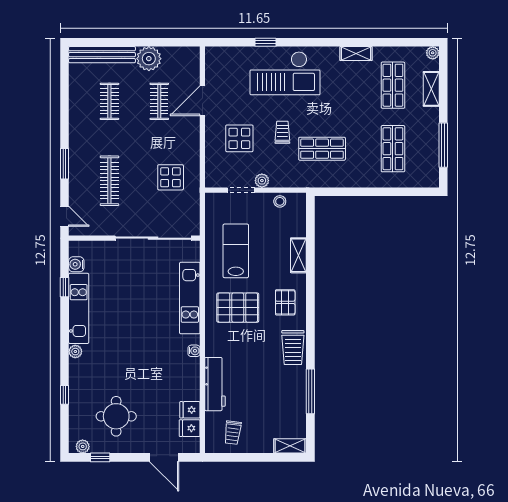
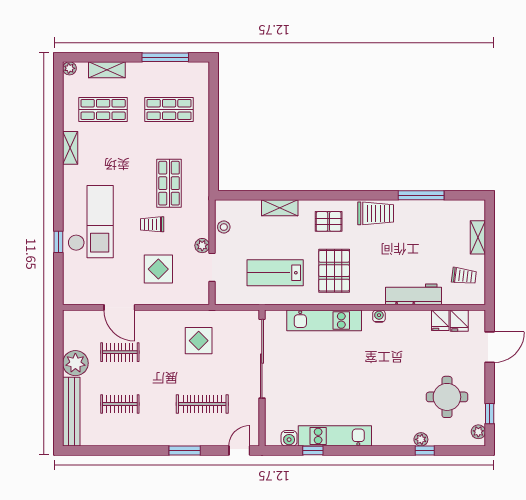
plant: (75, 352) -> (421, 439), moved
shelving: (290, 446) -> (478, 237), moved

